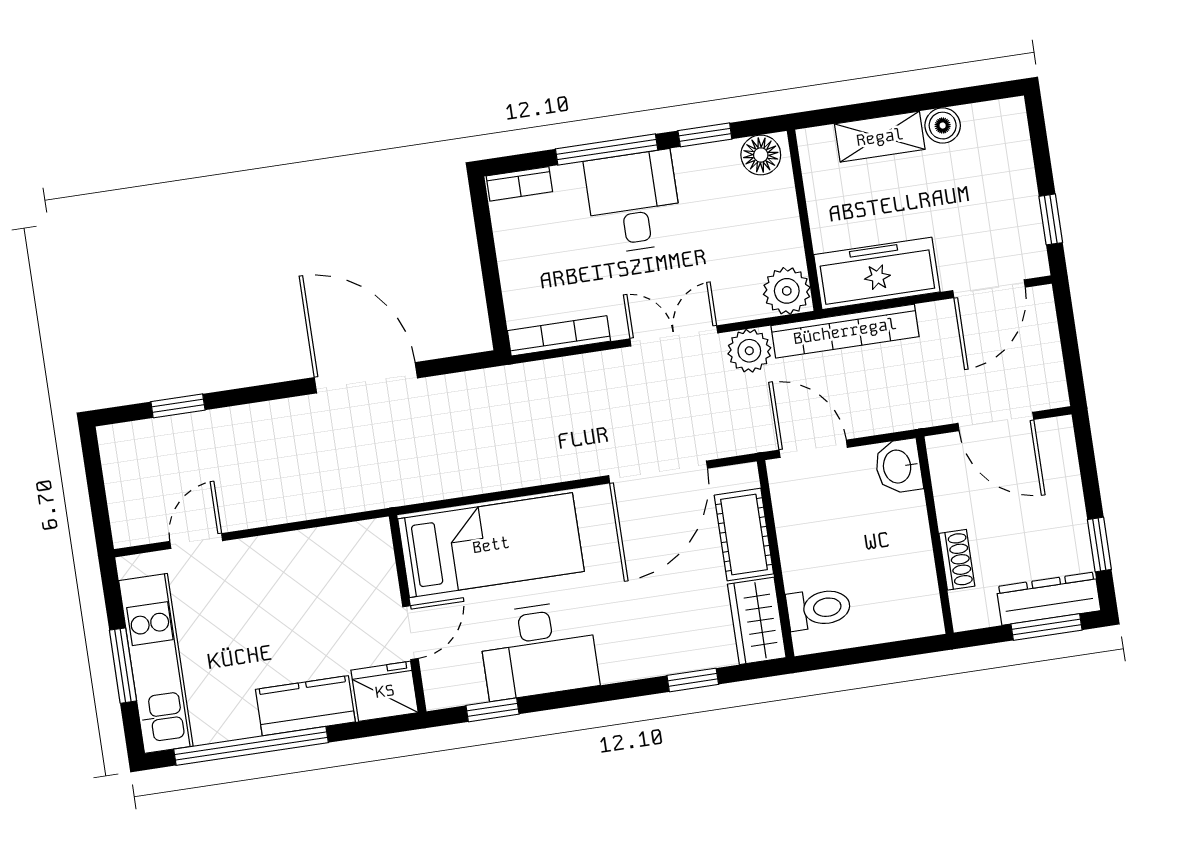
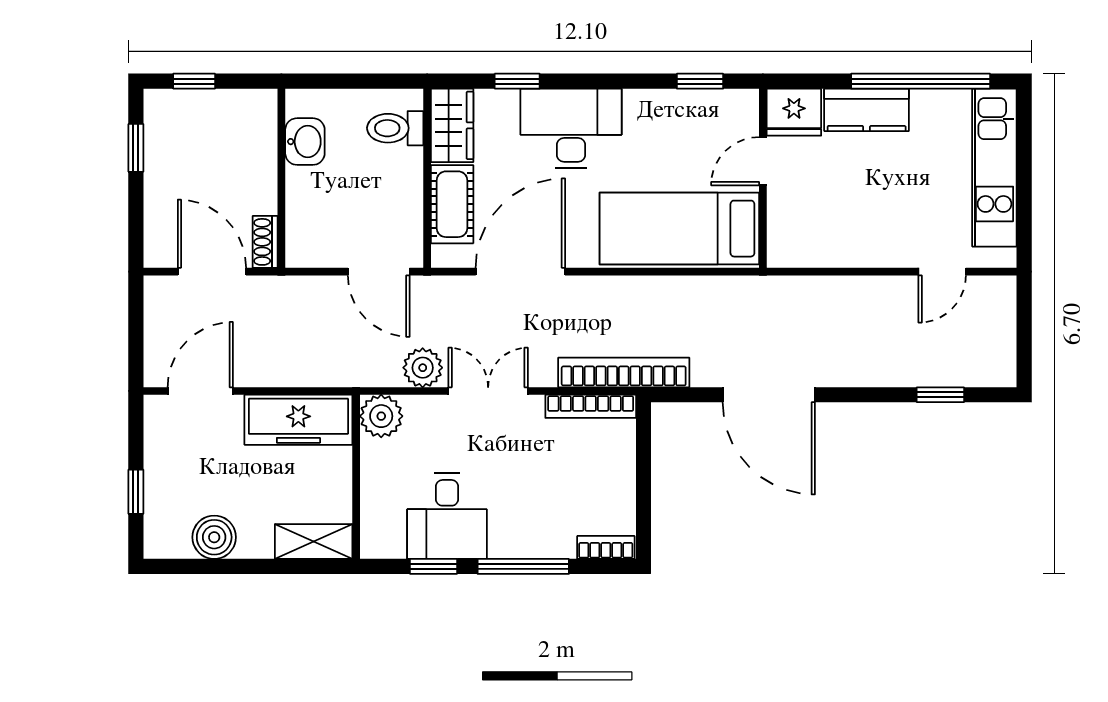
boiler: (943, 126) -> (214, 537), width x1.36, depth x1.36
shelving: (880, 137) -> (314, 541), moved
floor lamp: (761, 155) -> (386, 541), removed
desk: (633, 202) -> (447, 516), moved
window: (1051, 219) -> (136, 492), moved
bookcase: (845, 331) -> (624, 372), moved
double door: (674, 336) -> (488, 391), swing flipped
washbasin: (898, 466) -> (305, 142), moved
shoe rack: (957, 560) -> (265, 242), moved
dresser: (1048, 599) -> (189, 106), removed
window: (1046, 627) -> (194, 81), width x0.67
desk: (539, 650) -> (571, 128), moved
window: (123, 666) -> (1024, 170), removed

